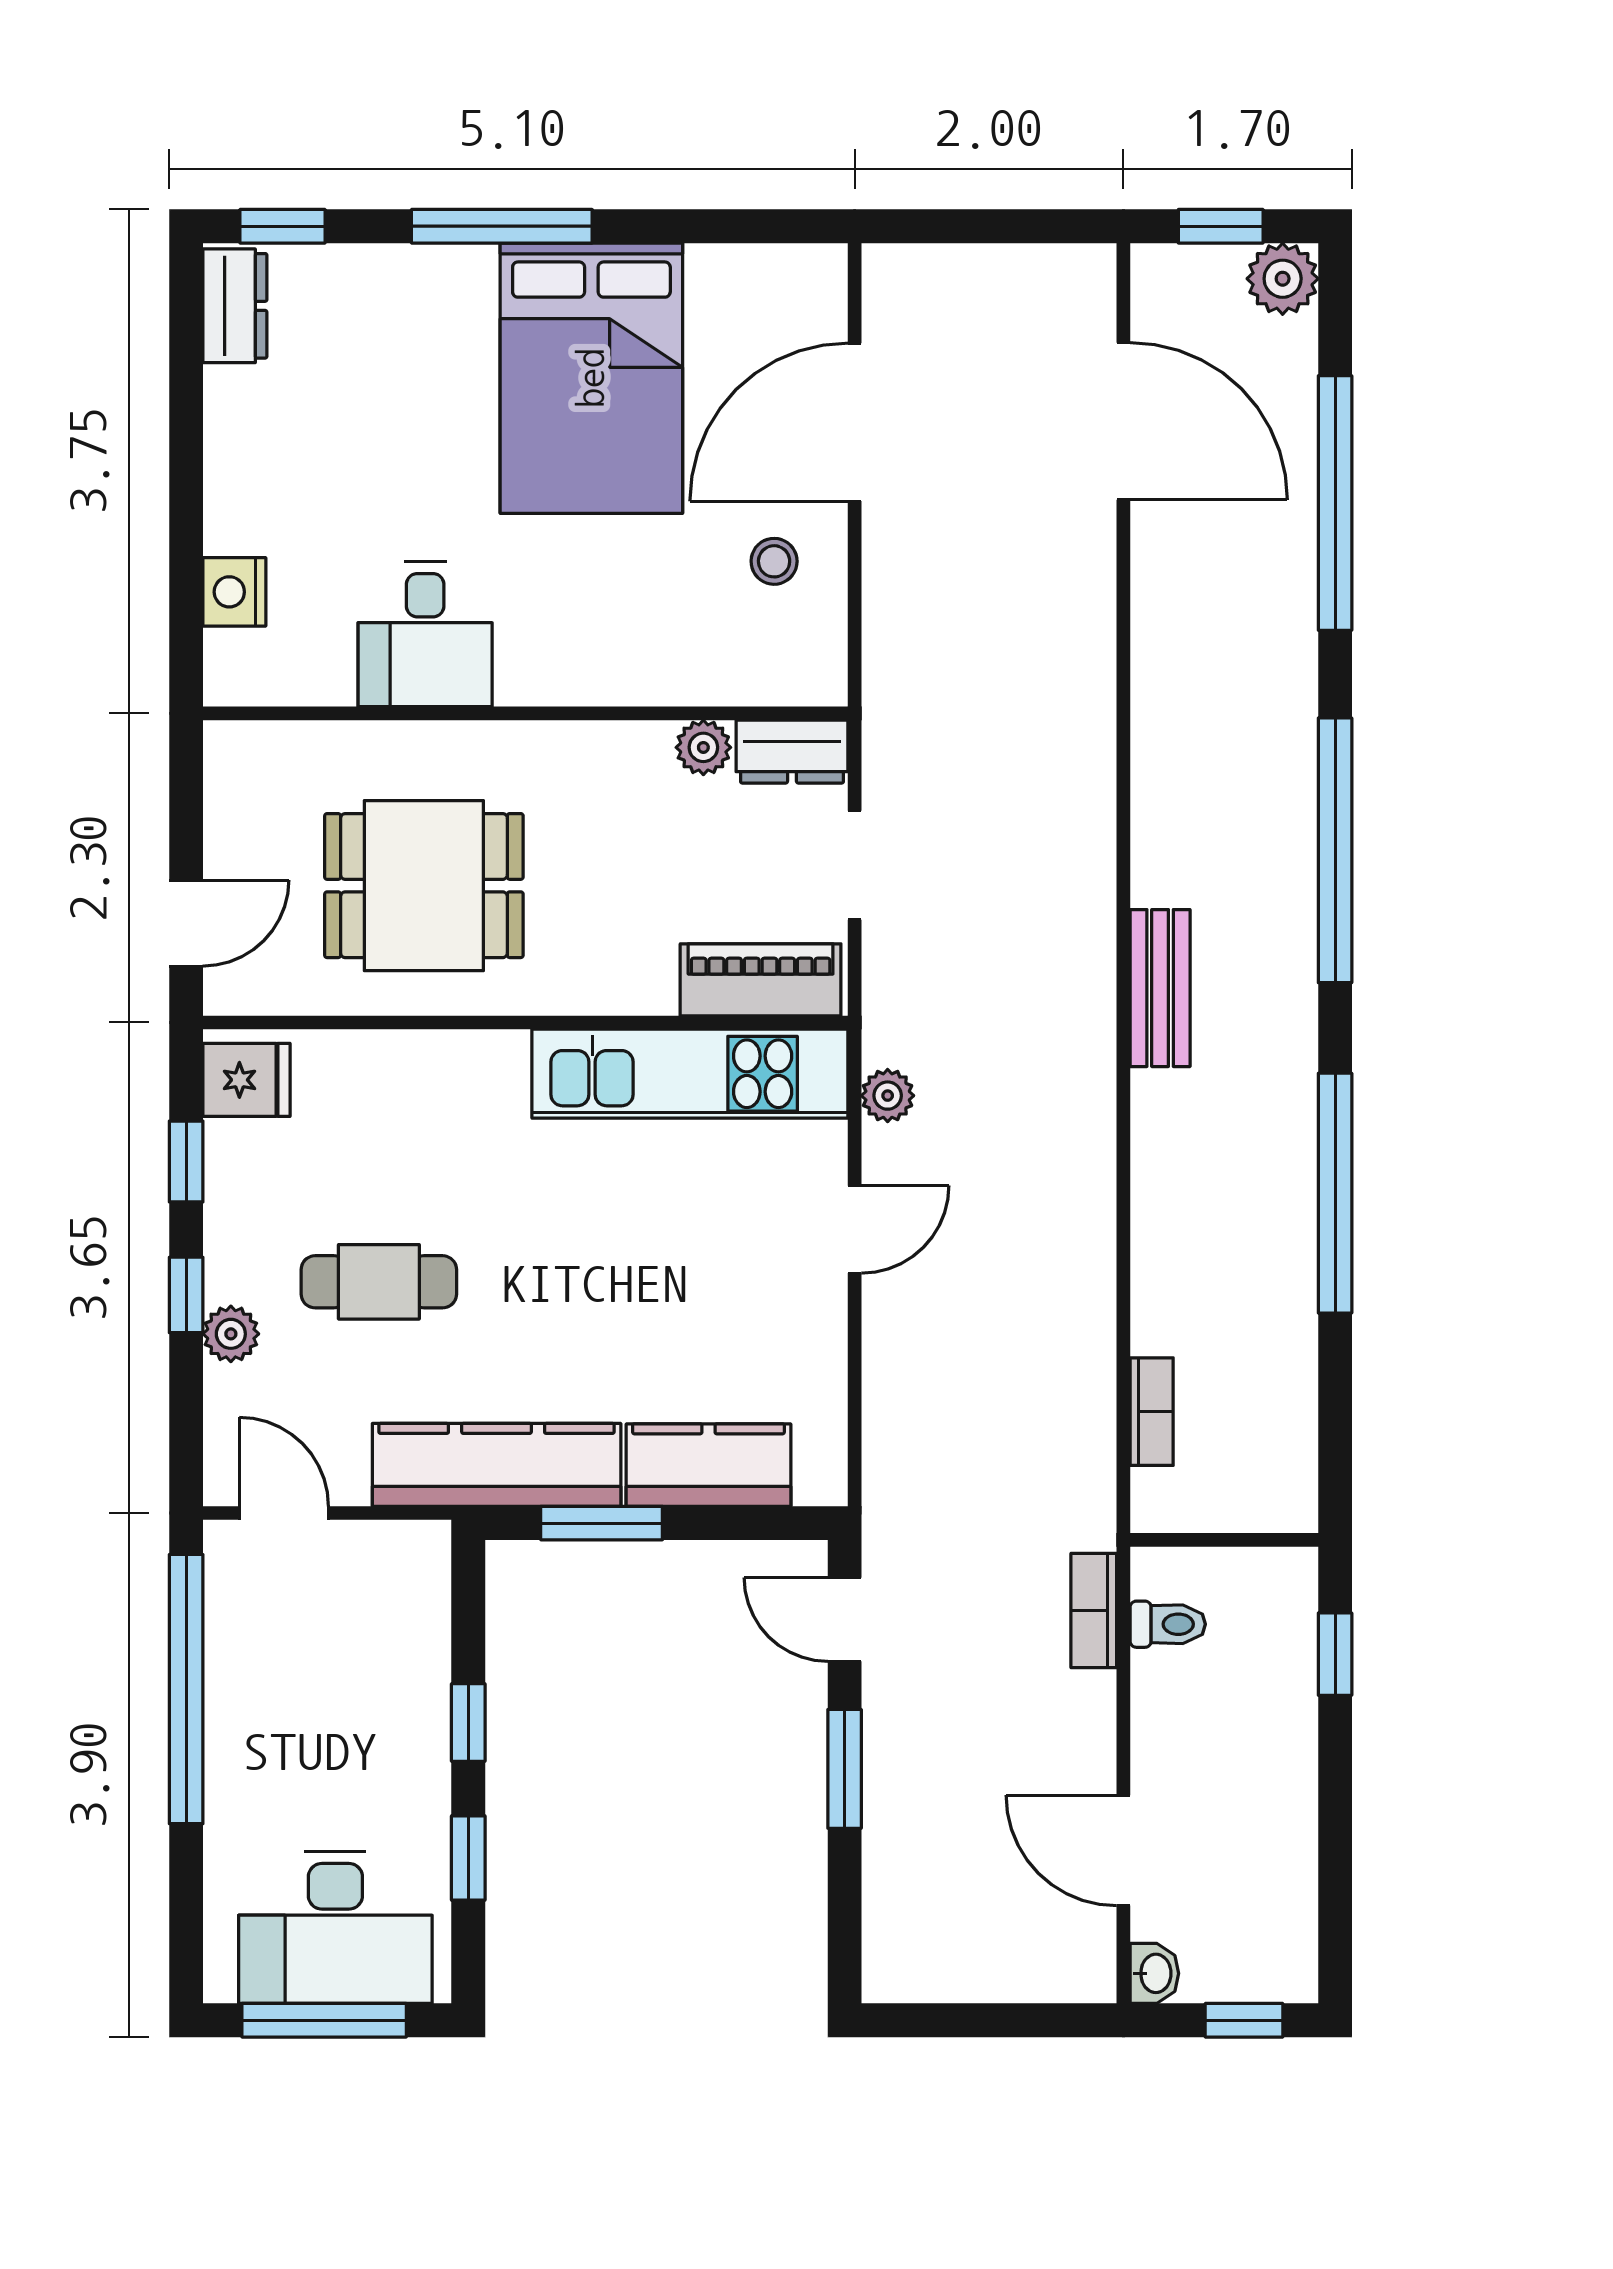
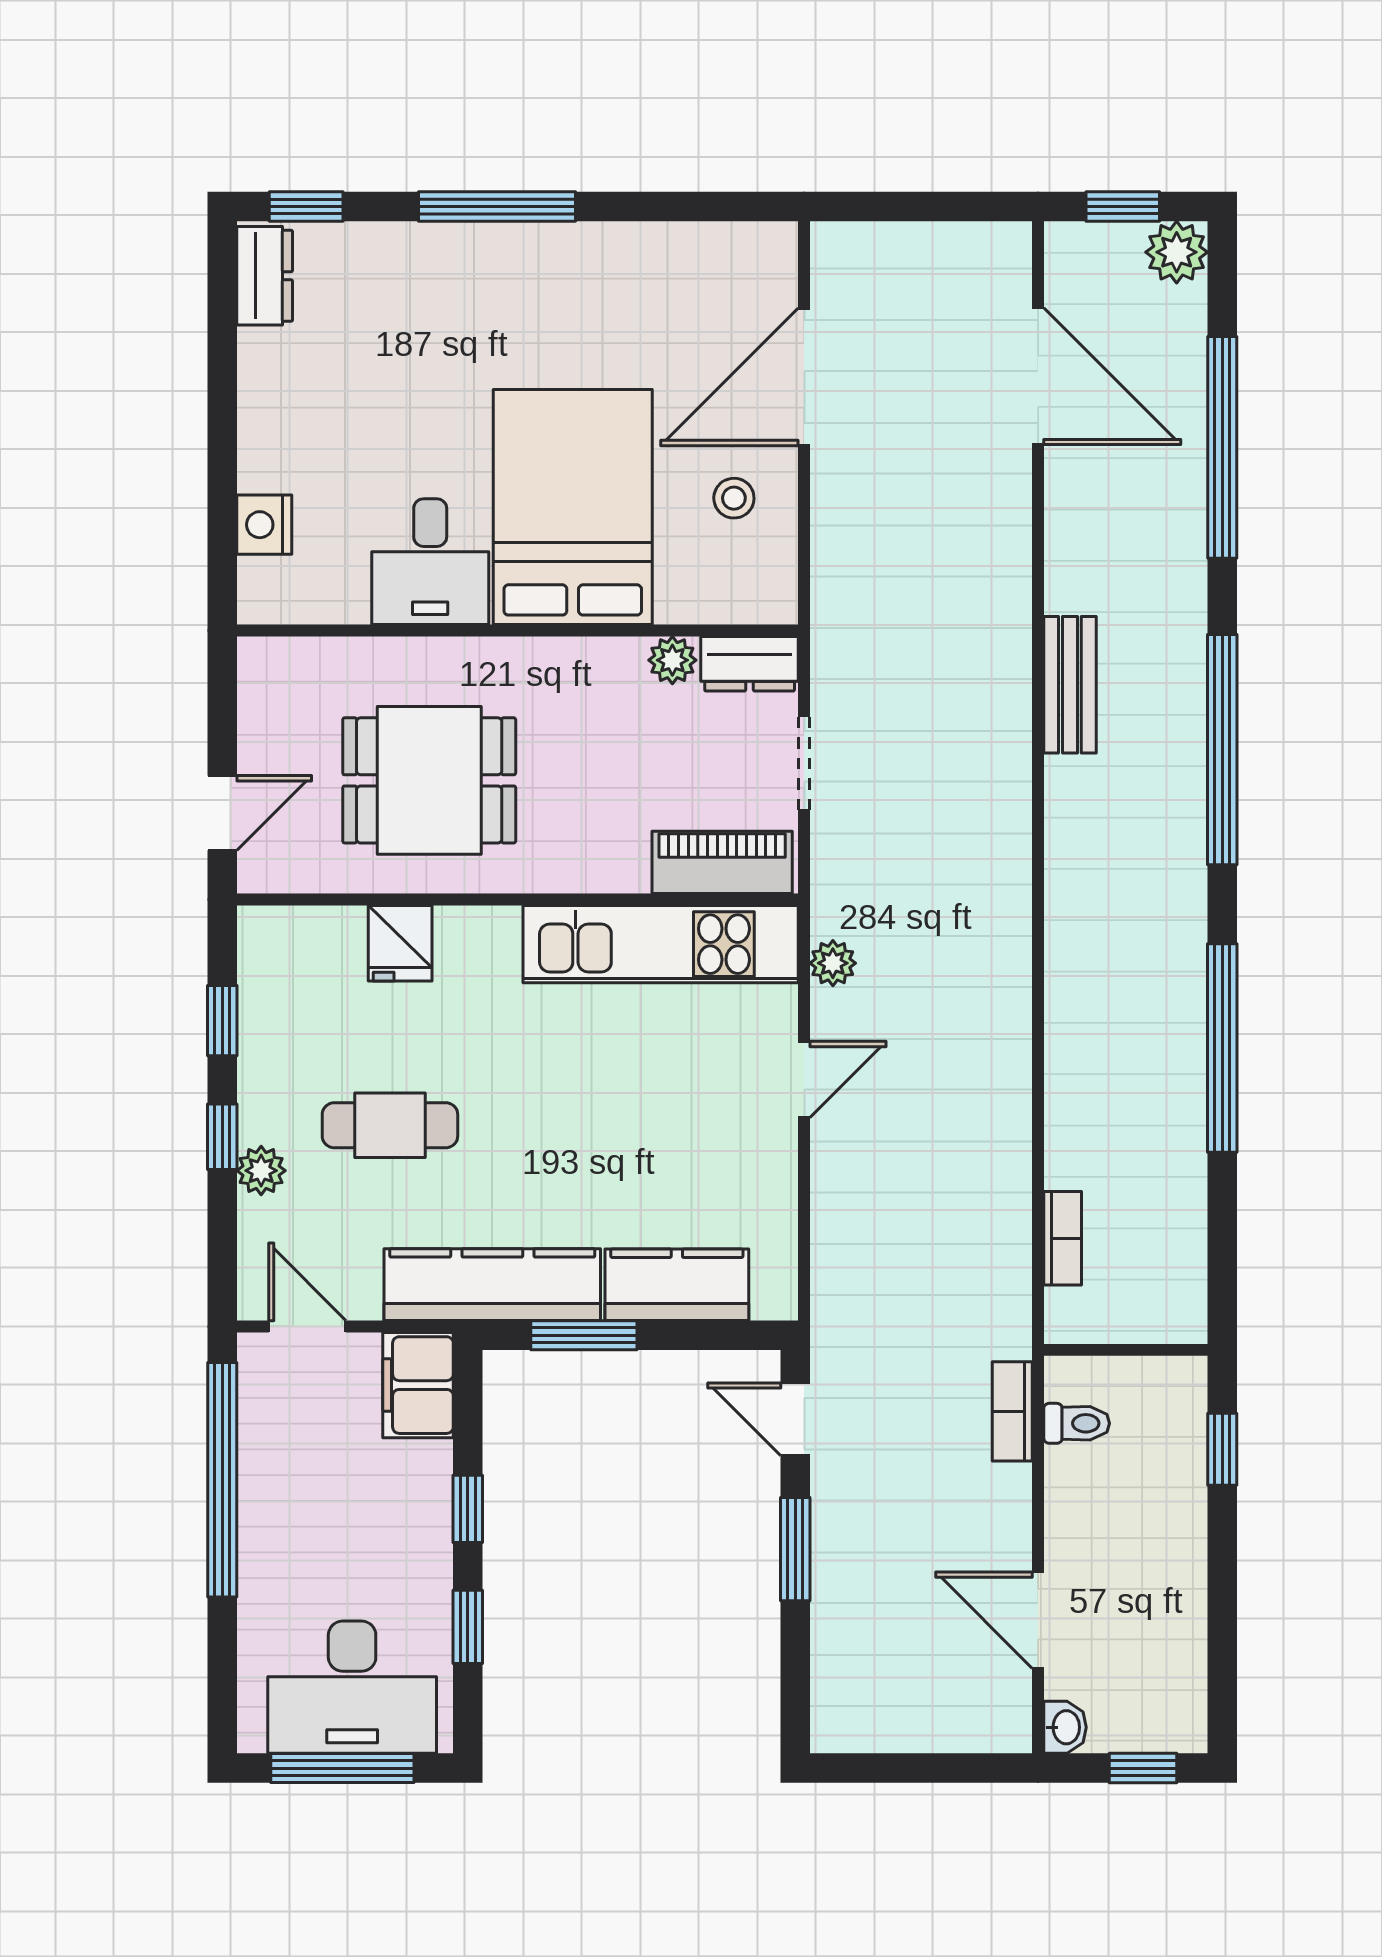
bed: (591, 378) -> (573, 507), moved, turned 180
bench: (1160, 988) -> (1070, 685), moved
fridge: (246, 1080) -> (400, 943), moved, turned 90
filing cabinet: (411, 1580) -> (418, 1385), added

